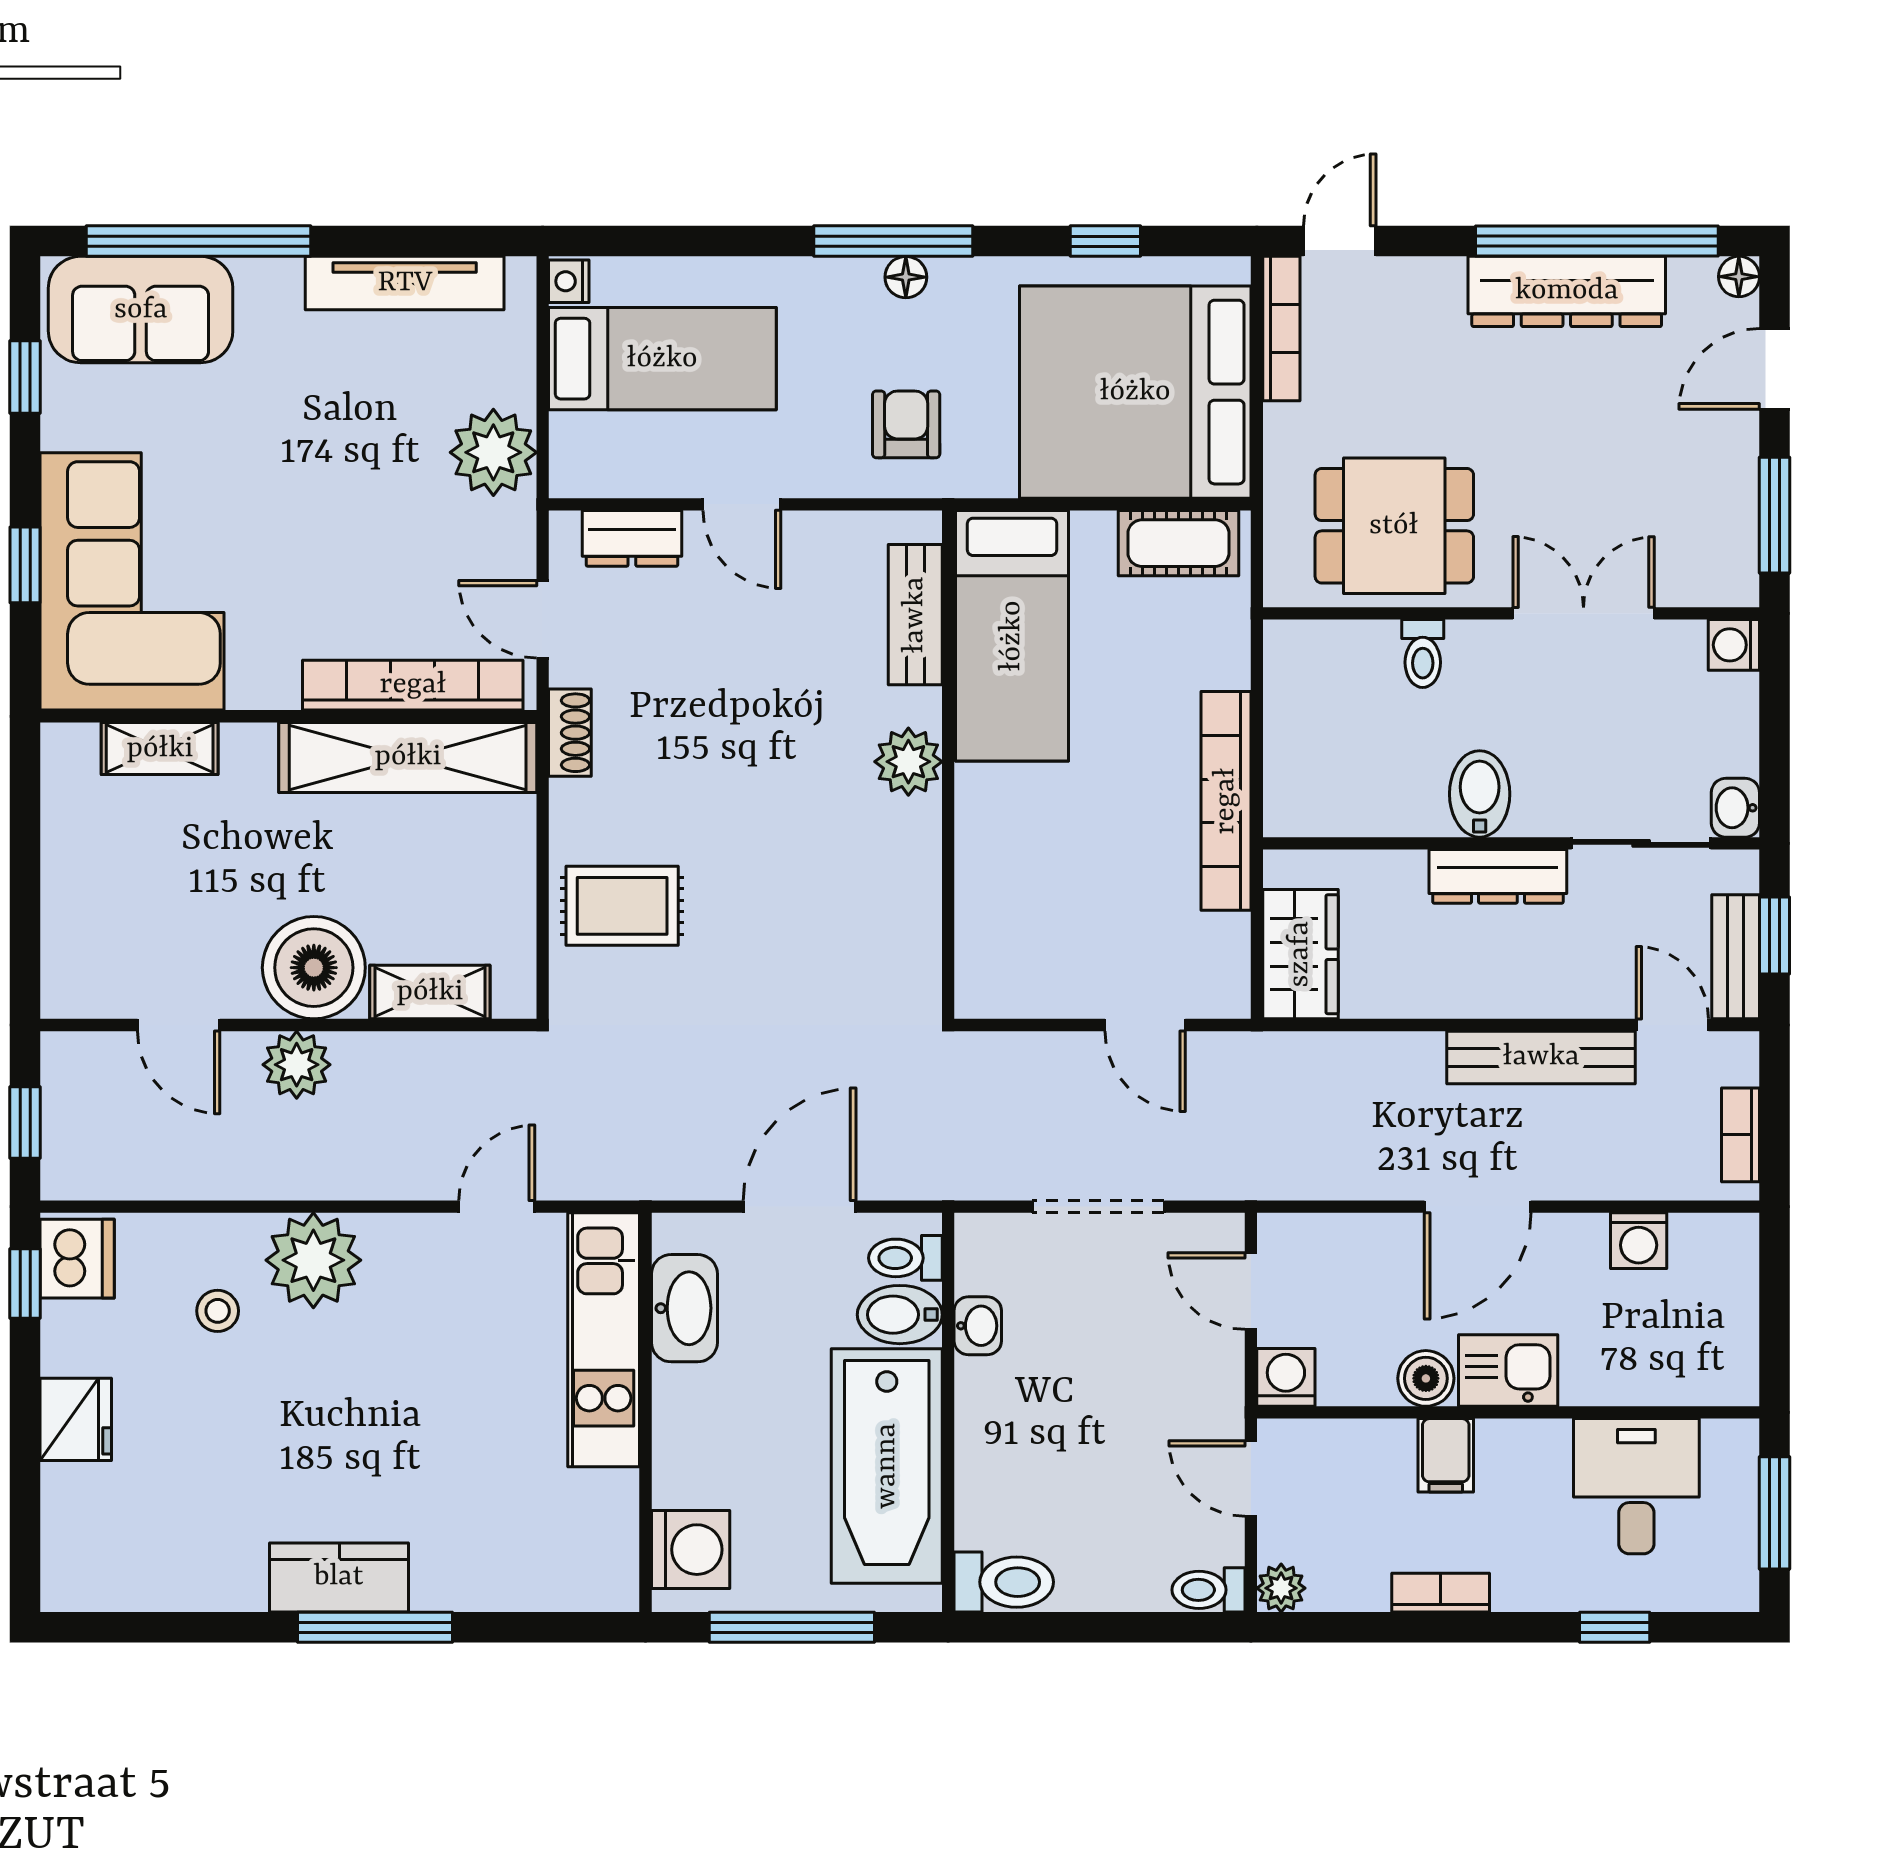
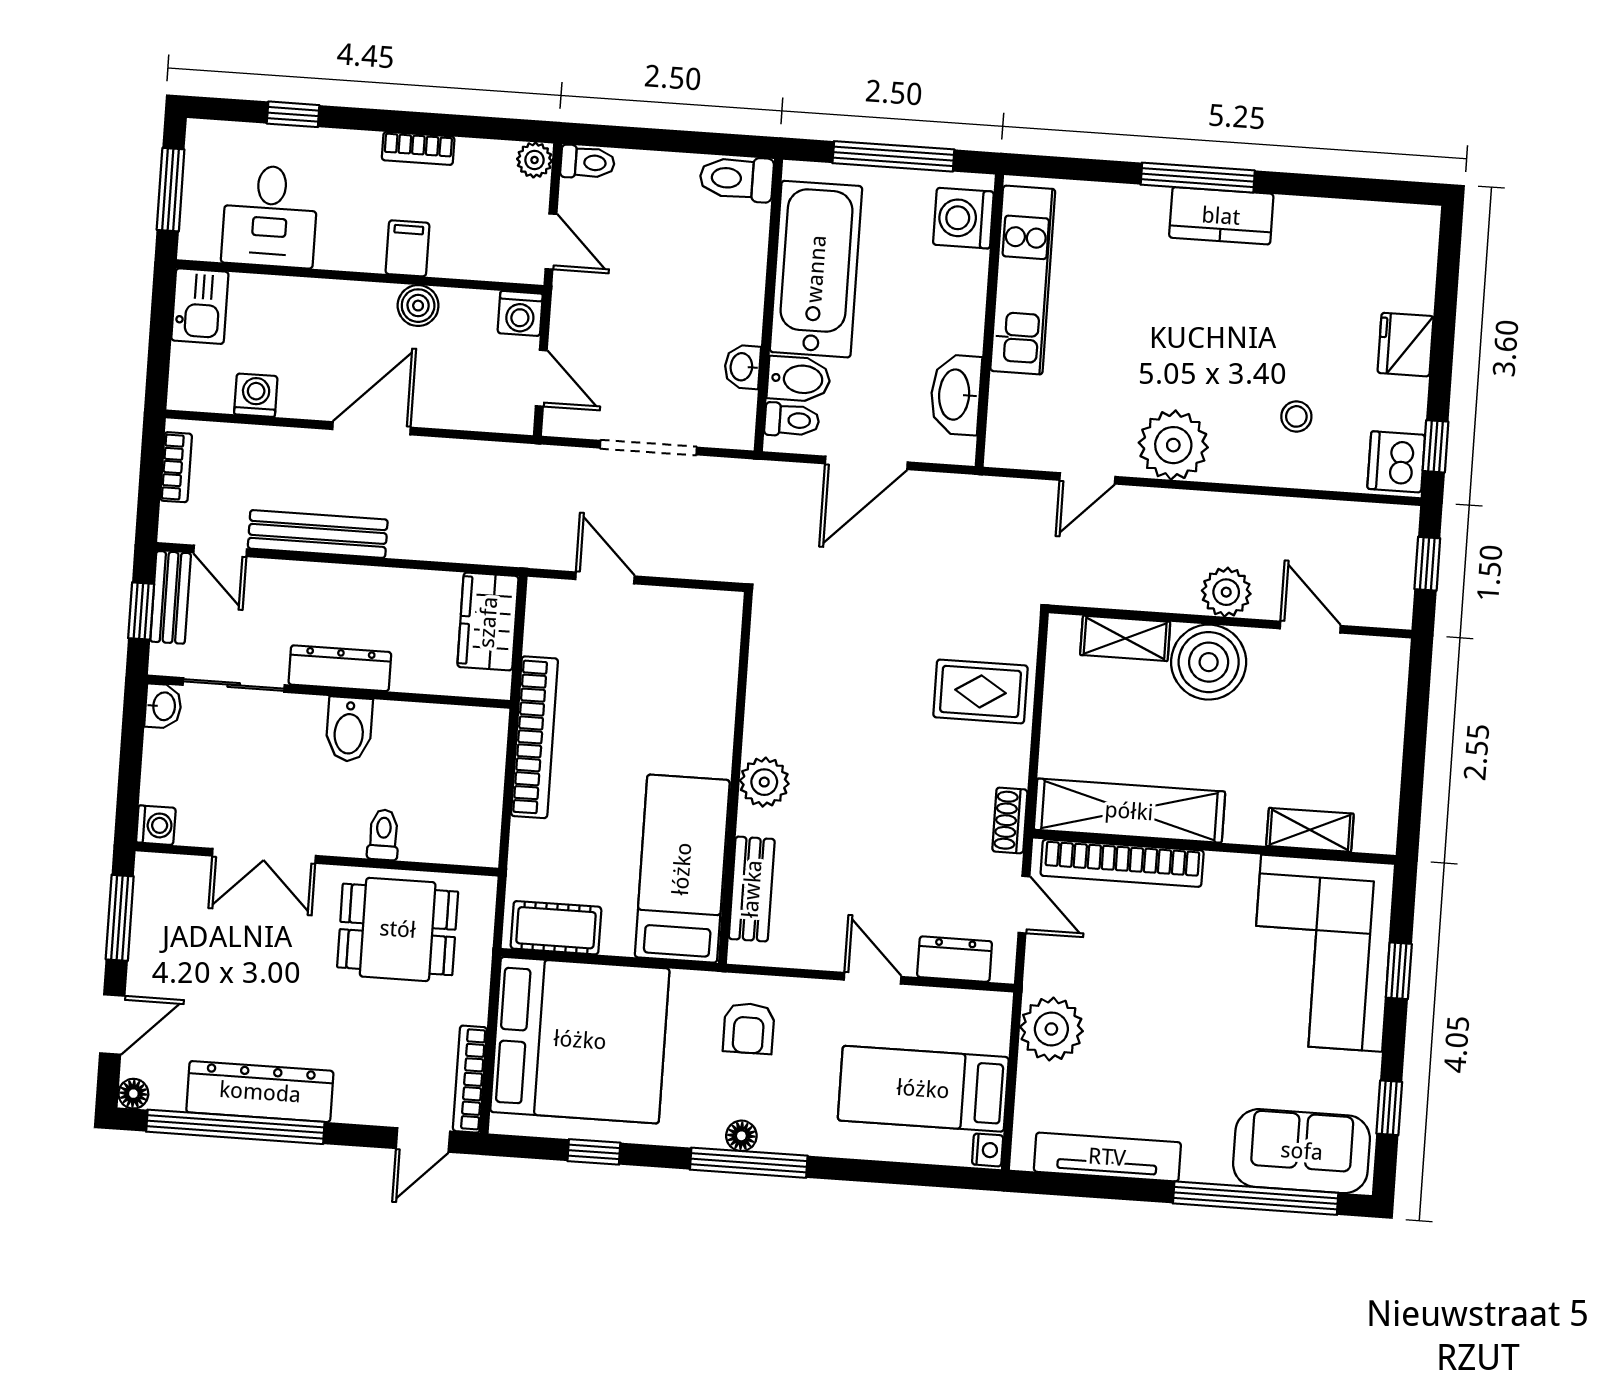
plant: (313, 1260) -> (1173, 445), moved
kitchen unit: (604, 1340) -> (1023, 280), moved
kitchen sink: (1508, 1370) -> (200, 306), moved, turned -90

